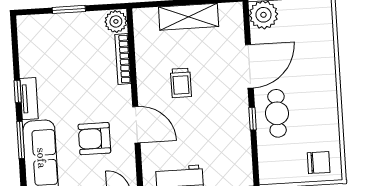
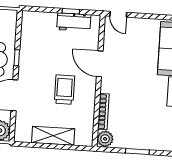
trolley: (181, 83) -> (64, 90), width x1.36, depth x1.39
armchair: (94, 139) -> (131, 58), removed

